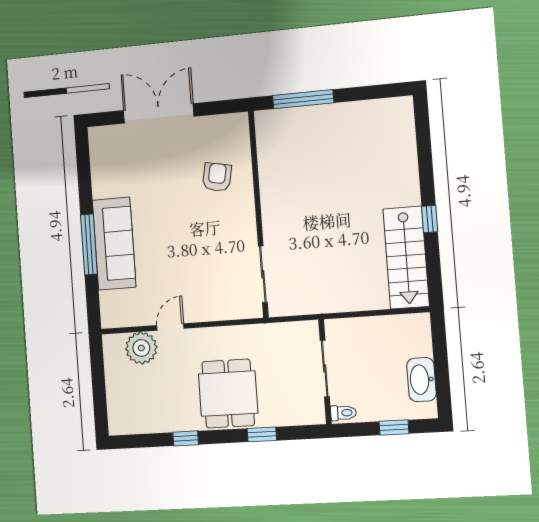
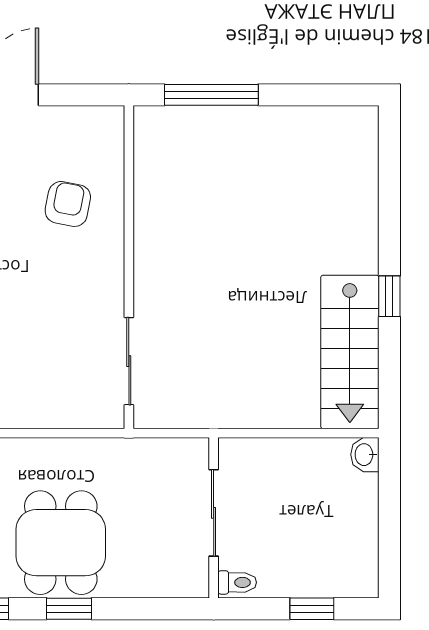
washbasin: (421, 380) -> (365, 455), moved, width x0.52, depth x0.69
window: (262, 434) -> (69, 609), moved

